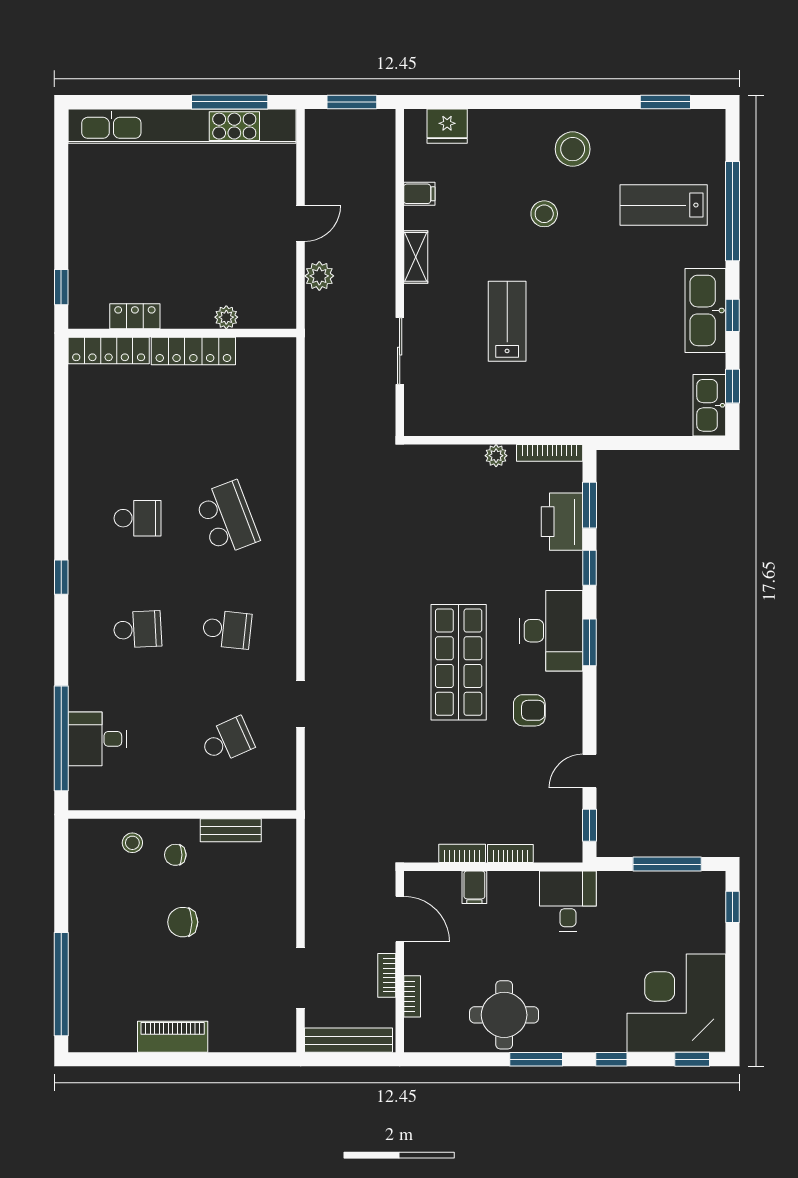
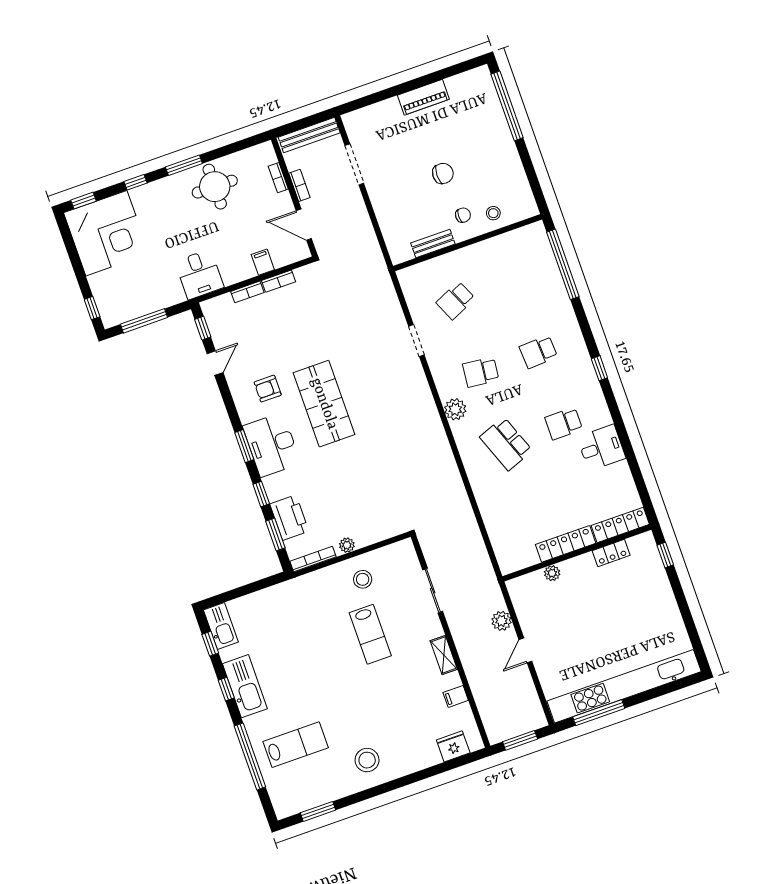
stool: (544, 214) -> (363, 579), moved
plant: (280, 591) -> (455, 409), added
desk: (97, 739) -> (601, 448), moved

